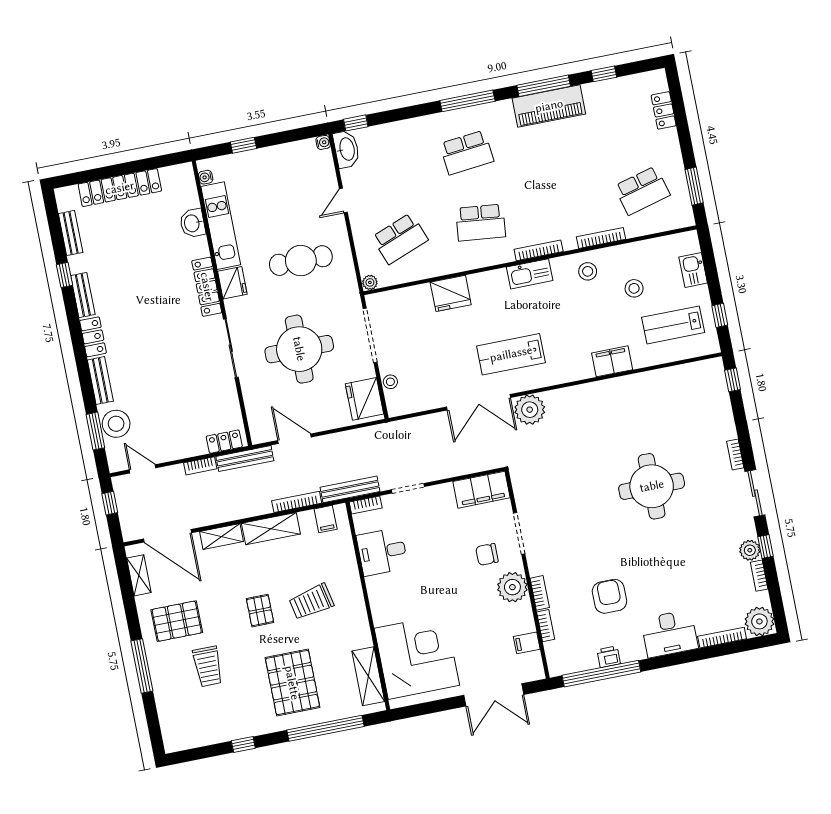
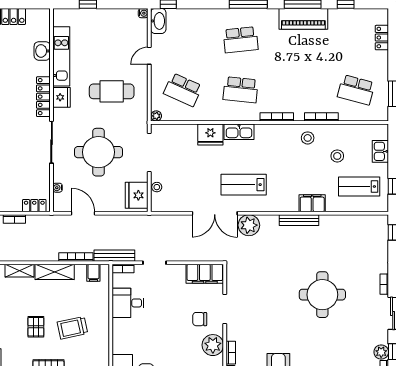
water cooler: (206, 177) -> (58, 188), moved
school desk: (642, 191) -> (356, 90), turned 30
school desk: (400, 239) -> (183, 90), turned 45
kitchen sink: (530, 274) -> (239, 132), moved
bench: (245, 459) -> (299, 220), moved

